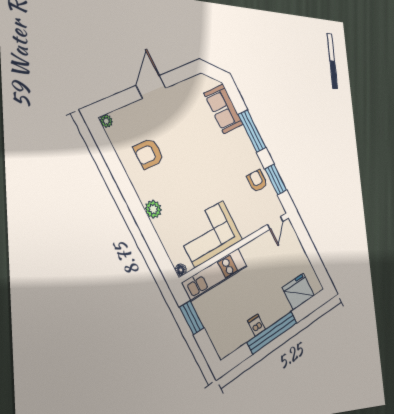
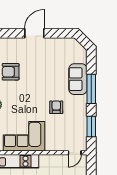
sofa: (224, 109) -> (78, 79), moved
armchair: (257, 181) -> (56, 107), moved

